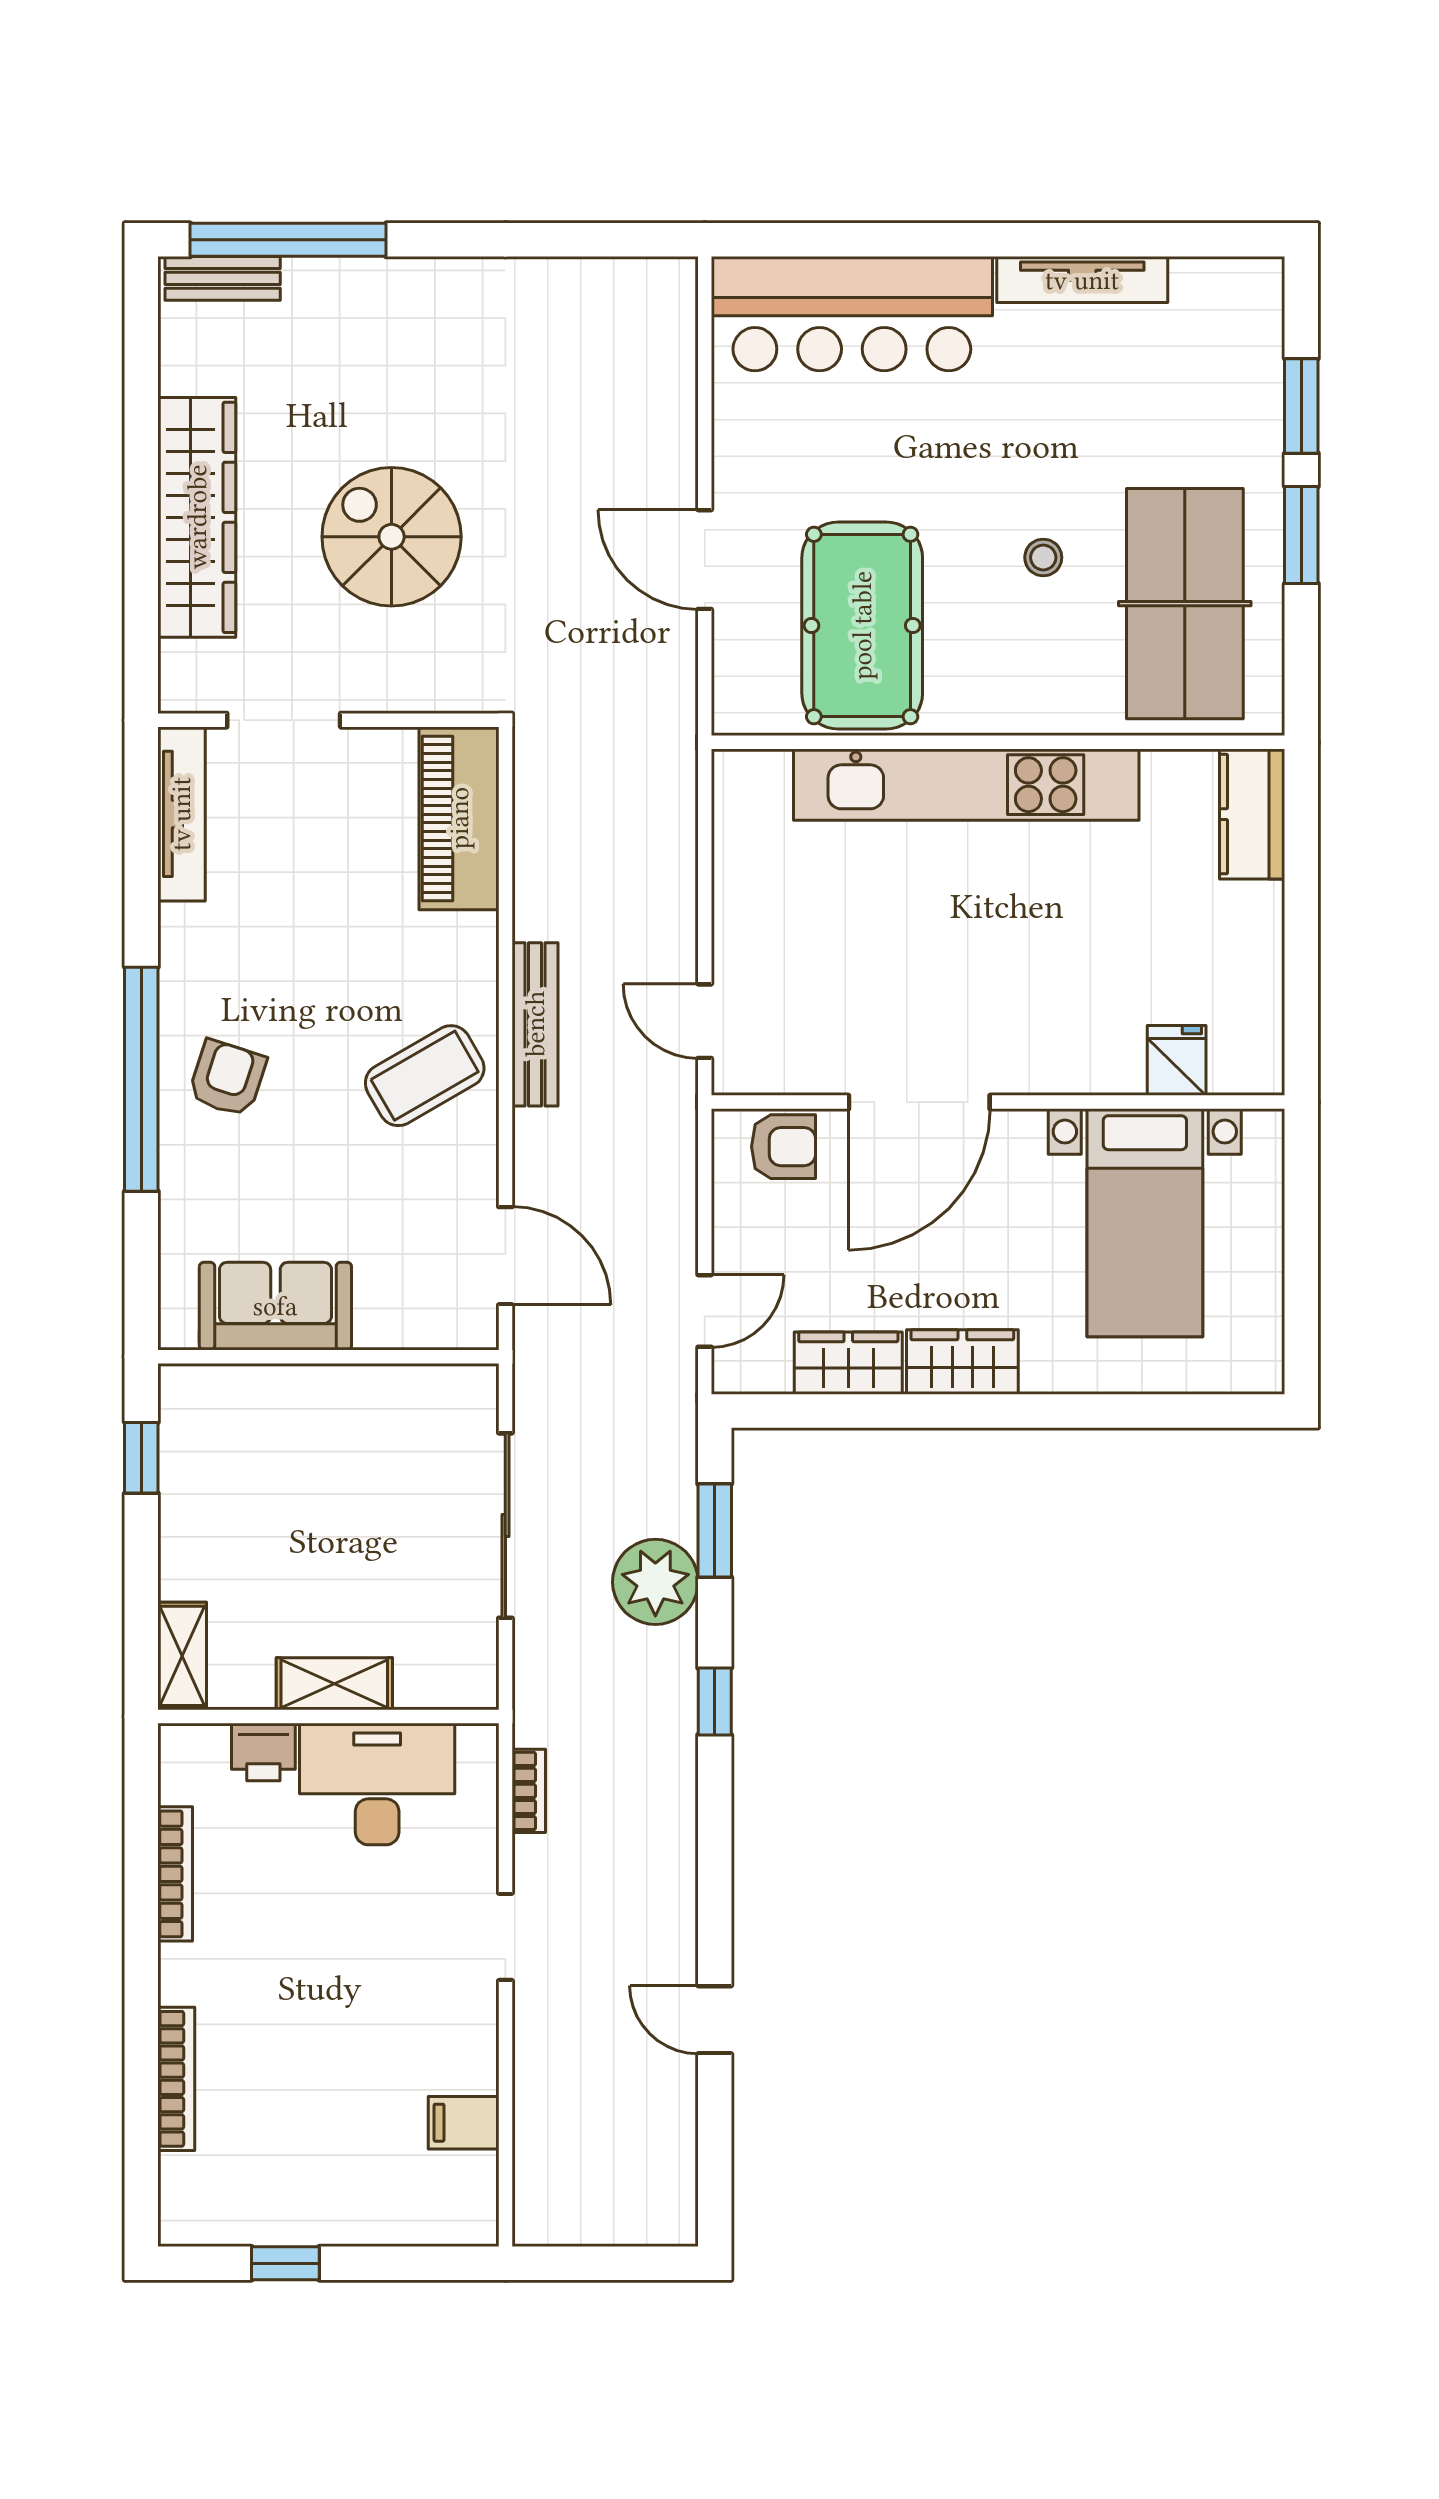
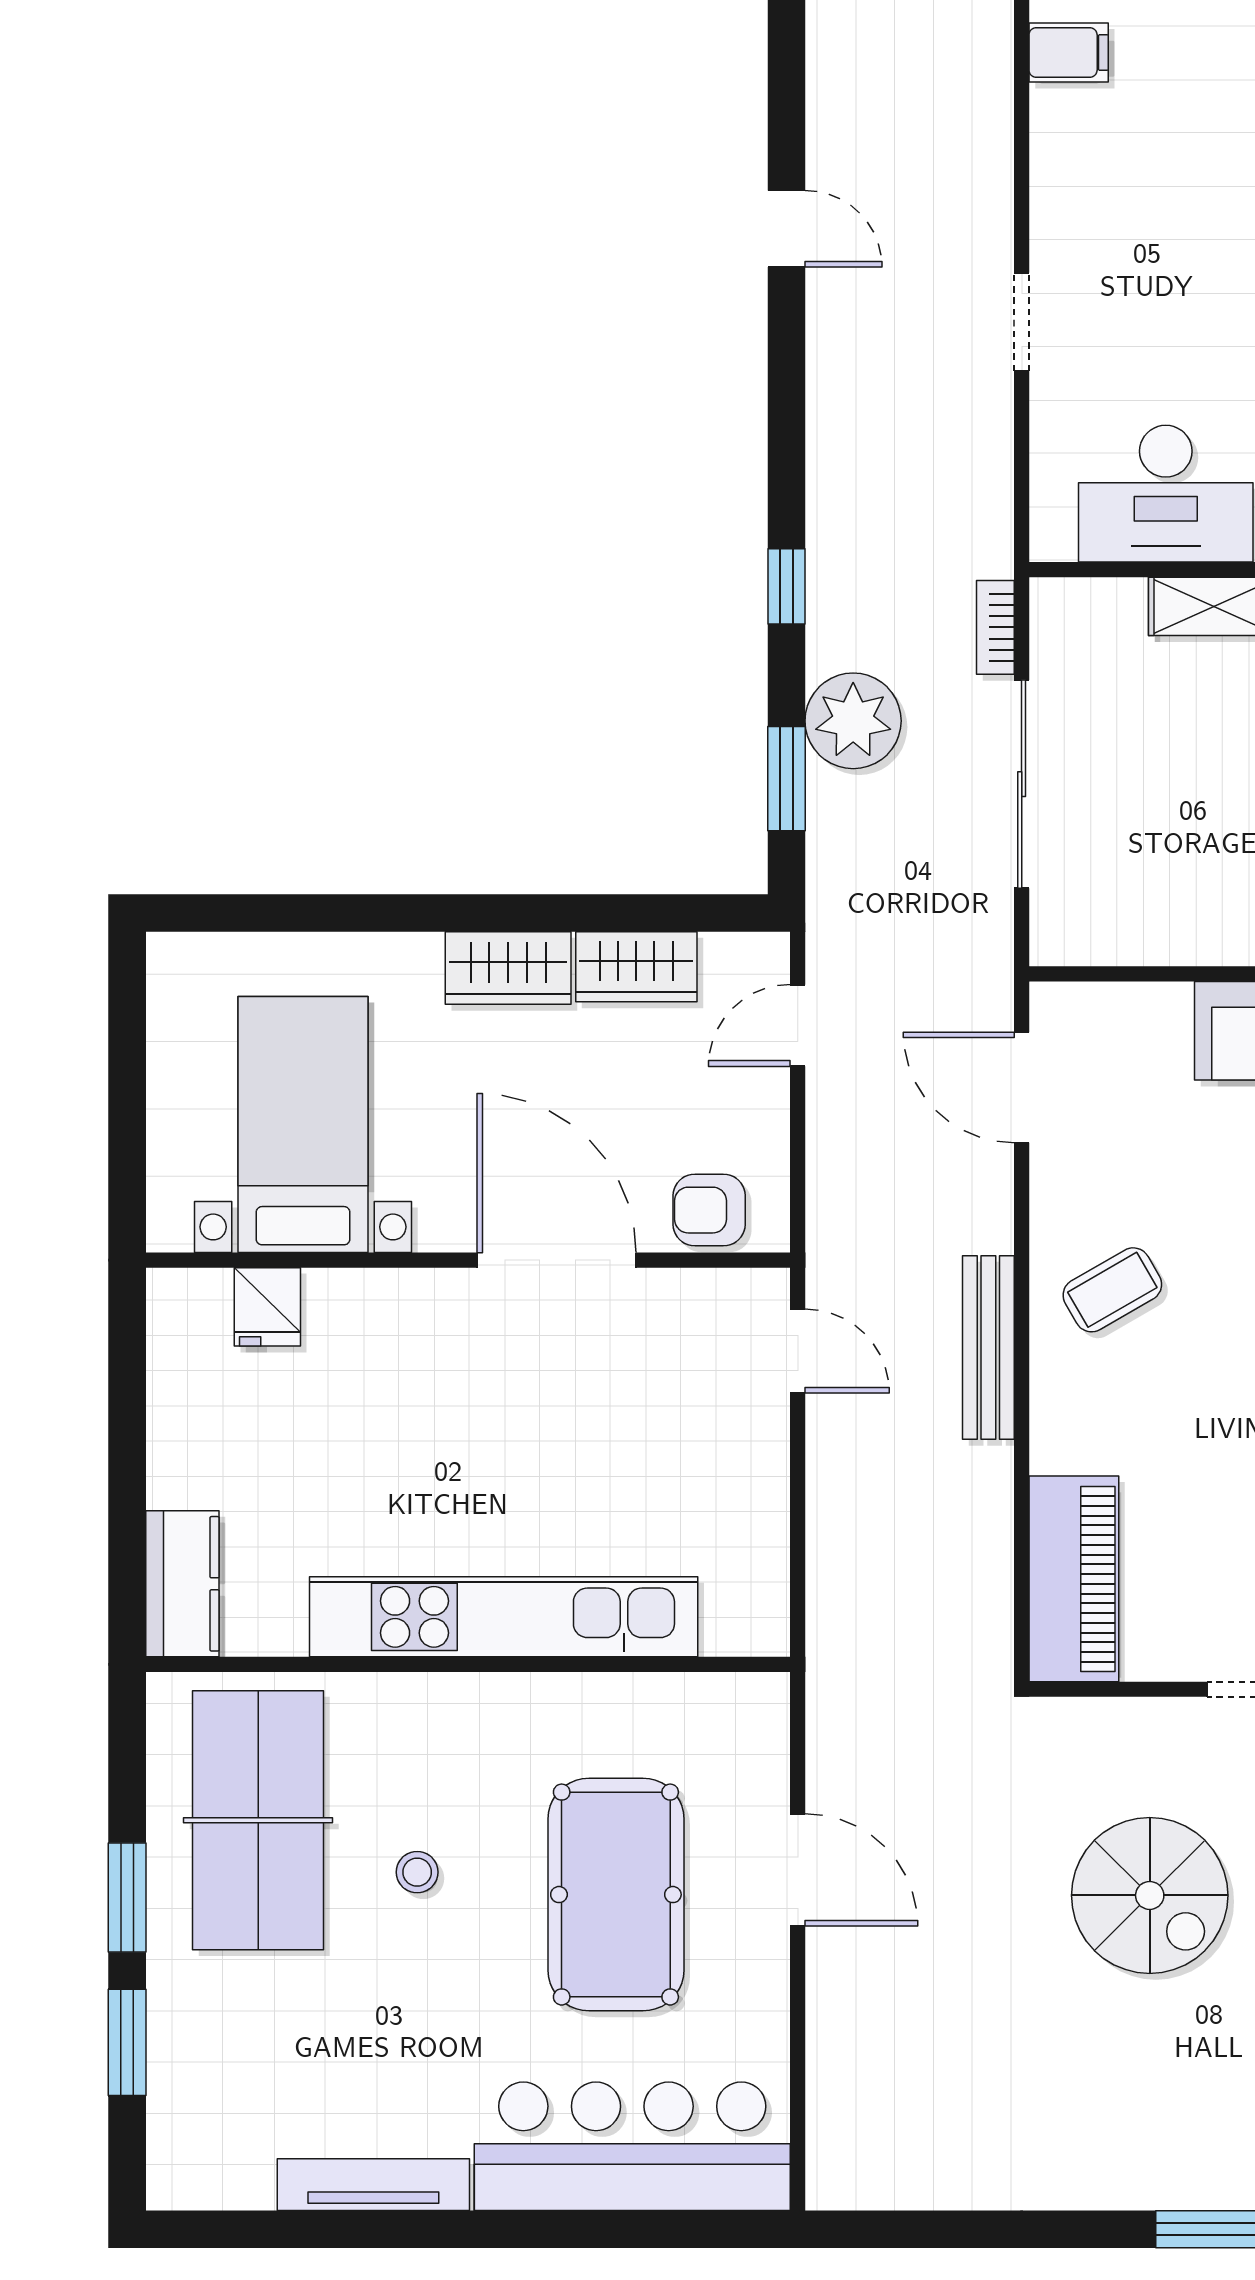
pool table: (862, 625) -> (616, 1895), moved
coffee table: (425, 1076) -> (1112, 1290), width x0.73, depth x0.77
door: (919, 1102) -> (557, 1260), hinge flipped
bookcase: (529, 1791) -> (995, 627), moved
filing cabinet: (464, 2123) -> (1069, 52), moved

